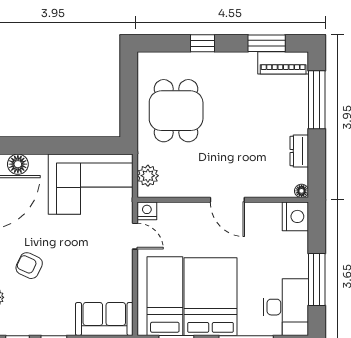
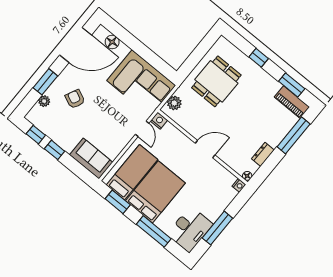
door: (227, 200) -> (205, 149), swing flipped
nightstand: (295, 216) -> (239, 185), width x0.53, depth x0.56

